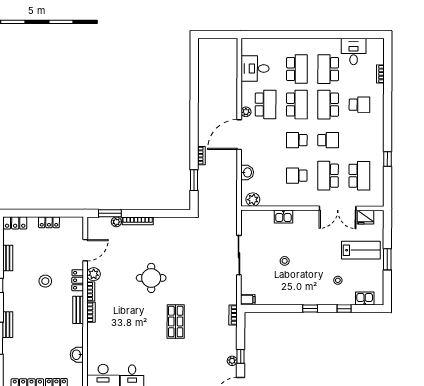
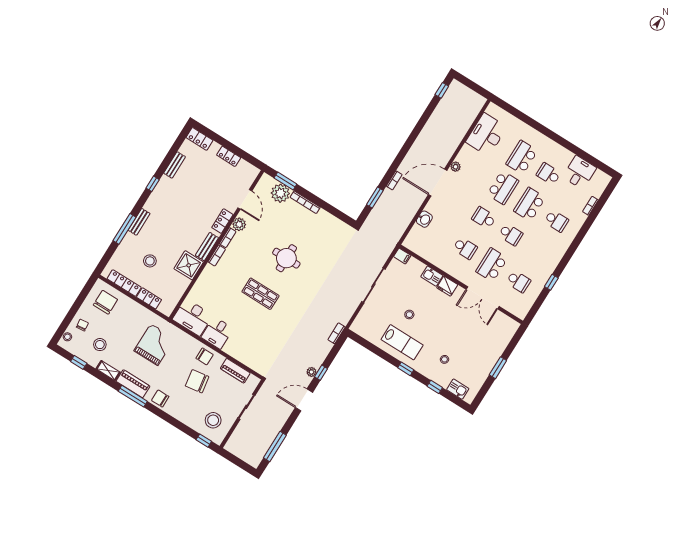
window: (194, 55) -> (442, 90), added
desk: (255, 68) -> (486, 135), width x1.37
school desk: (297, 69) -> (522, 157), turned 180
school desk: (328, 69) -> (548, 174), width x0.54
school desk: (266, 105) -> (476, 171), removed
school desk: (297, 176) -> (465, 248), turned 180
school desk: (359, 176) -> (518, 281), width x0.54
plant: (253, 200) -> (415, 245), removed
fridge: (366, 217) -> (447, 286), moved
plant: (116, 222) -> (280, 193), width x1.88, depth x1.88
door: (85, 250) -> (245, 199), hinge flipped
lab bench: (361, 250) -> (402, 342), moved
stool: (45, 281) -> (150, 261), moved
filing cabinet: (248, 300) -> (402, 256), moved
shop shelf: (176, 321) -> (260, 294), moved, turned 90
shower: (72, 335) -> (189, 265), added
washbasin: (77, 355) -> (182, 284), removed

